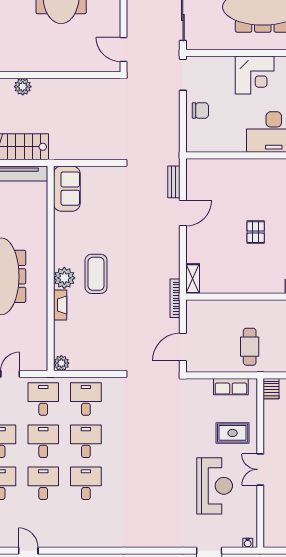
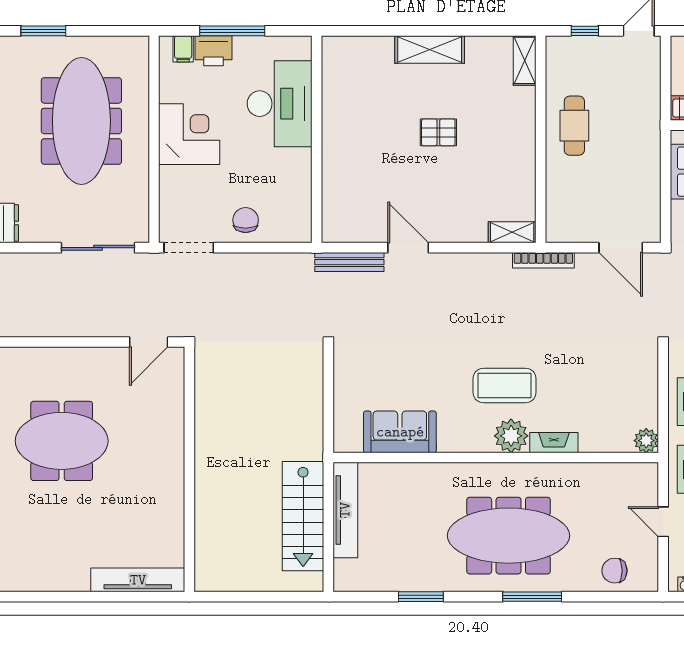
plant: (23, 87) -> (208, 502), removed
bench: (174, 182) -> (349, 262), width x1.36
sofa: (67, 189) -> (400, 432), moved
cafe table: (250, 347) -> (574, 126), moved, turned 90

